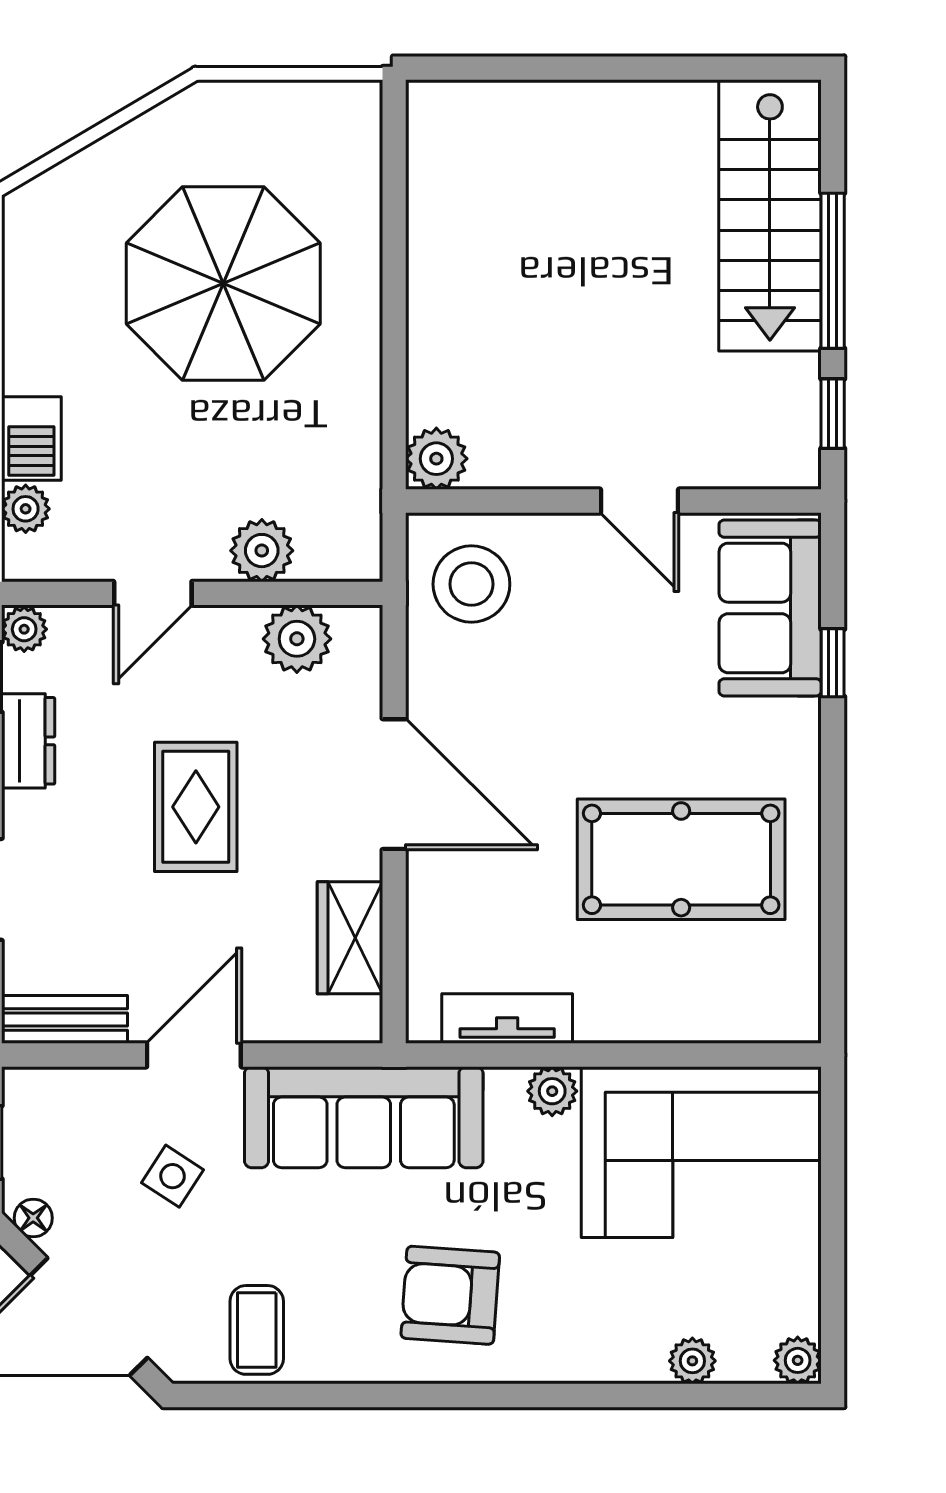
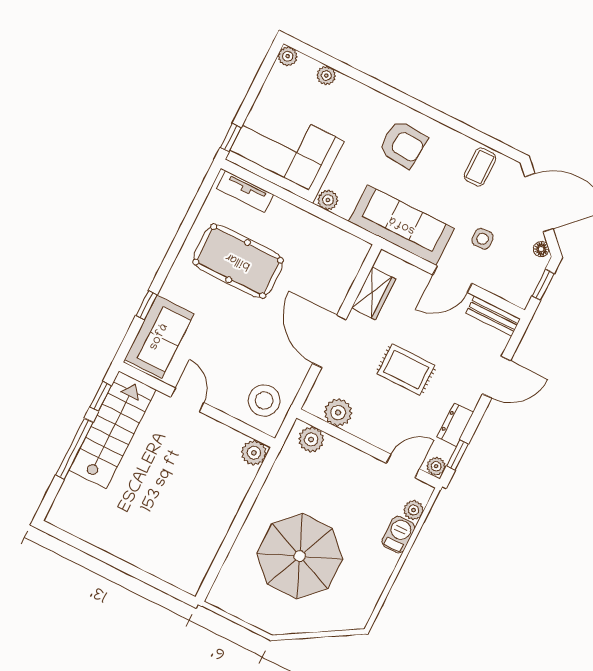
stairs: (770, 215) -> (113, 430), moved
plant: (262, 551) -> (311, 439), moved
door: (153, 593) -> (403, 466), moved
rug: (196, 807) -> (406, 370), turned 90
tv unit: (507, 1019) -> (245, 192), moved
window: (833, 1121) -> (231, 138), added
side table: (172, 1176) -> (483, 239), turned -36

